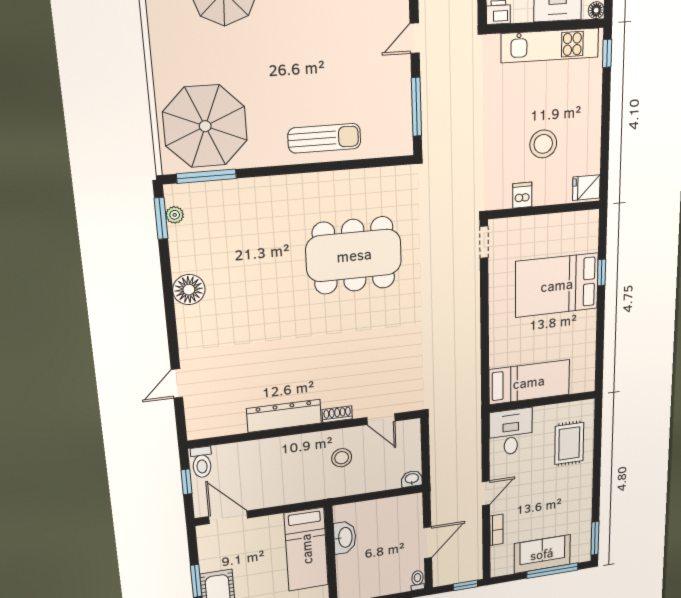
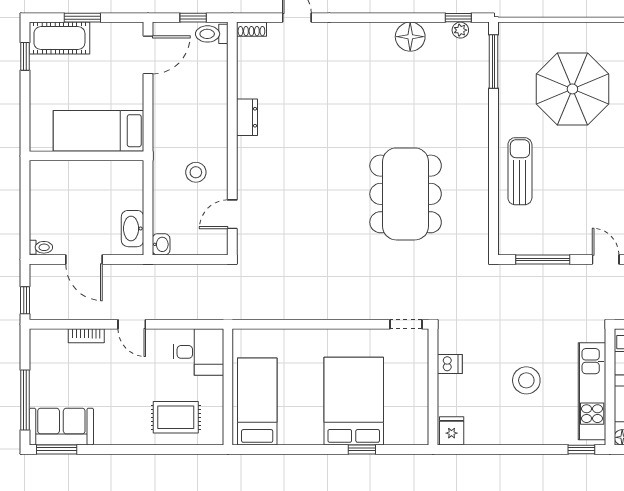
parasol: (205, 126) -> (572, 89), moved
sun lounger: (324, 138) -> (520, 171), turned 180
stool: (543, 144) -> (526, 380), moved
window: (161, 218) -> (458, 18), width x0.67
floor lamp: (189, 290) -> (410, 37), moved
bed: (529, 382) -> (257, 401), moved, turned 180
shoe rack: (337, 414) -> (251, 29), moved, turned 90
dresser: (284, 416) -> (247, 117), width x0.51, depth x0.80
washbasin: (345, 537) -> (133, 229), moved, turned 90
sofa: (542, 554) -> (61, 427), moved, turned -90

